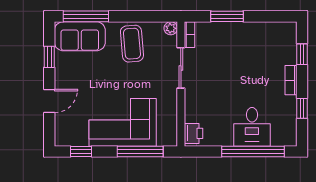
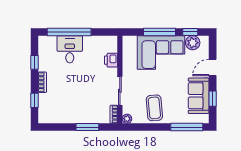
sofa: (80, 36) -> (199, 96), moved, turned -90
printer: (193, 133) -> (111, 60), moved
plant: (78, 136) -> (193, 43), added
window: (140, 151) -> (160, 32), moved

